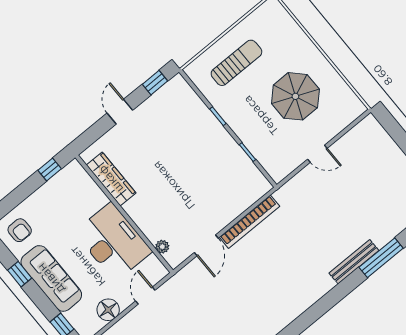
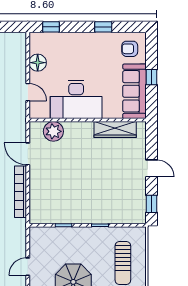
window: (50, 169) -> (151, 77), moved
plant: (162, 247) -> (53, 131), width x1.87, depth x1.87
sofa: (51, 278) -> (134, 91), moved, turned 90

